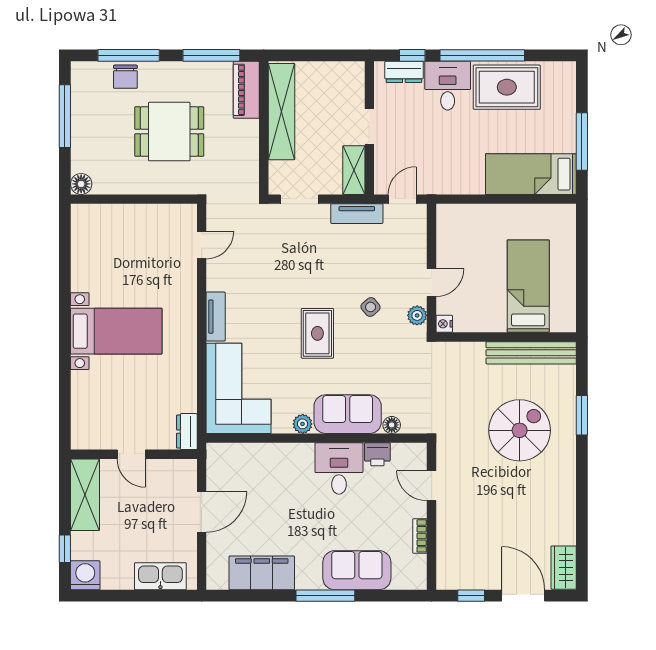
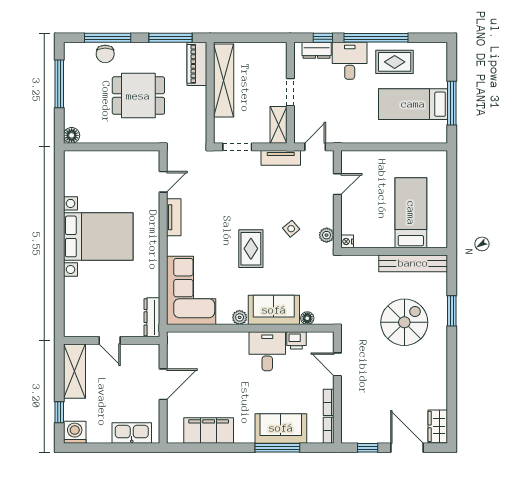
rug: (507, 87) -> (395, 62), width x0.73, depth x0.70
bed: (531, 174) -> (413, 104), moved
door: (431, 283) -> (337, 184), moved
tv unit: (216, 317) -> (174, 217), moved
bed with nightstands: (116, 331) -> (98, 236), width x1.36
dresser: (187, 432) -> (152, 317), width x1.44
bookcase: (420, 573) -> (329, 430), added
window: (325, 596) -> (277, 448), moved

